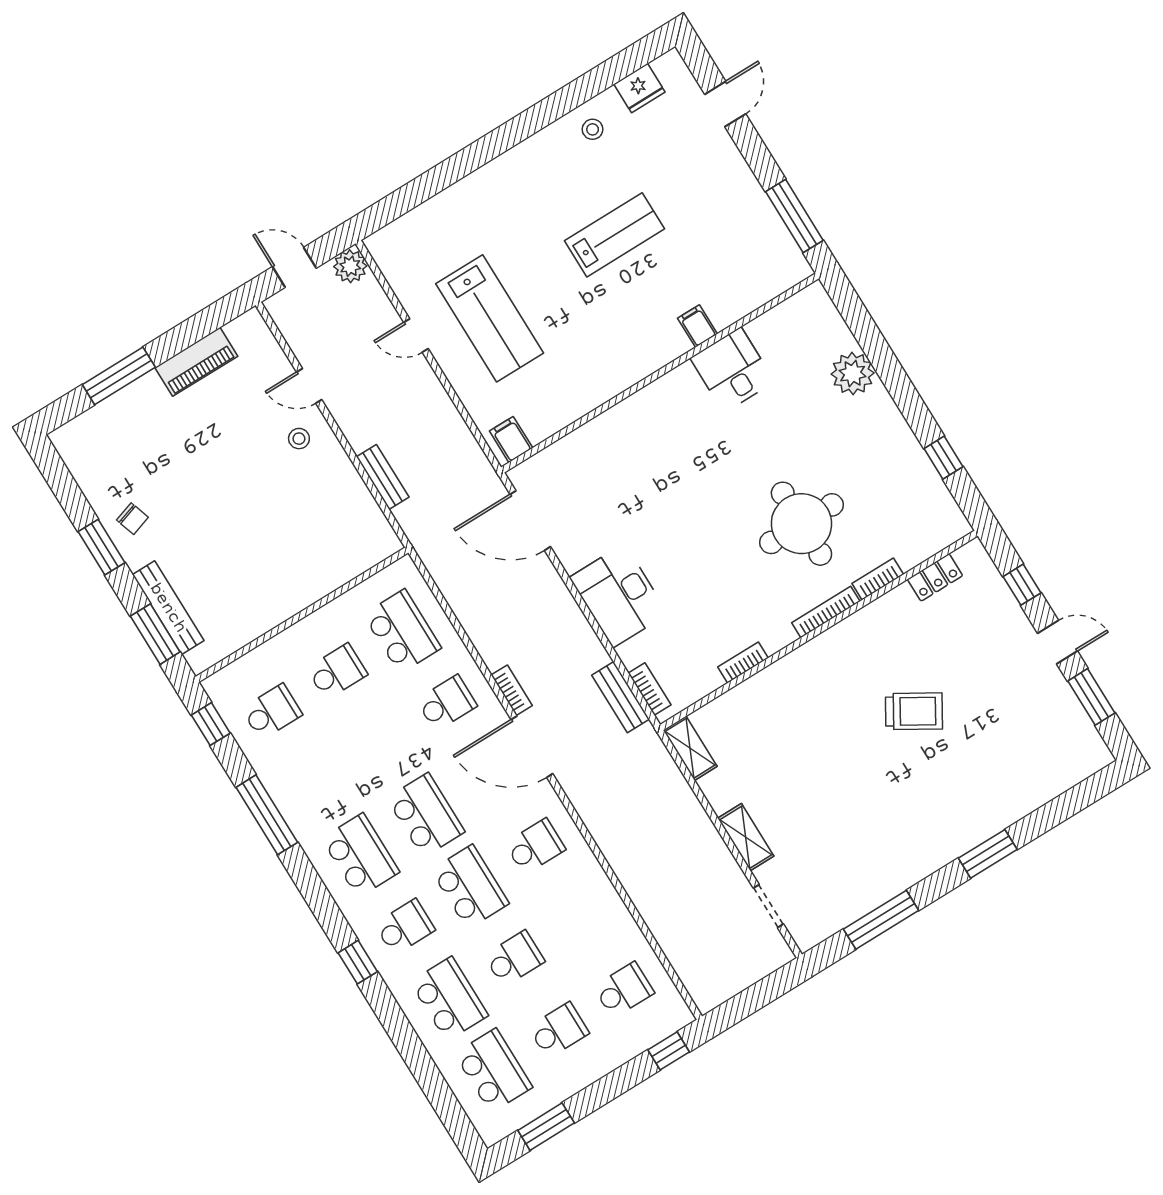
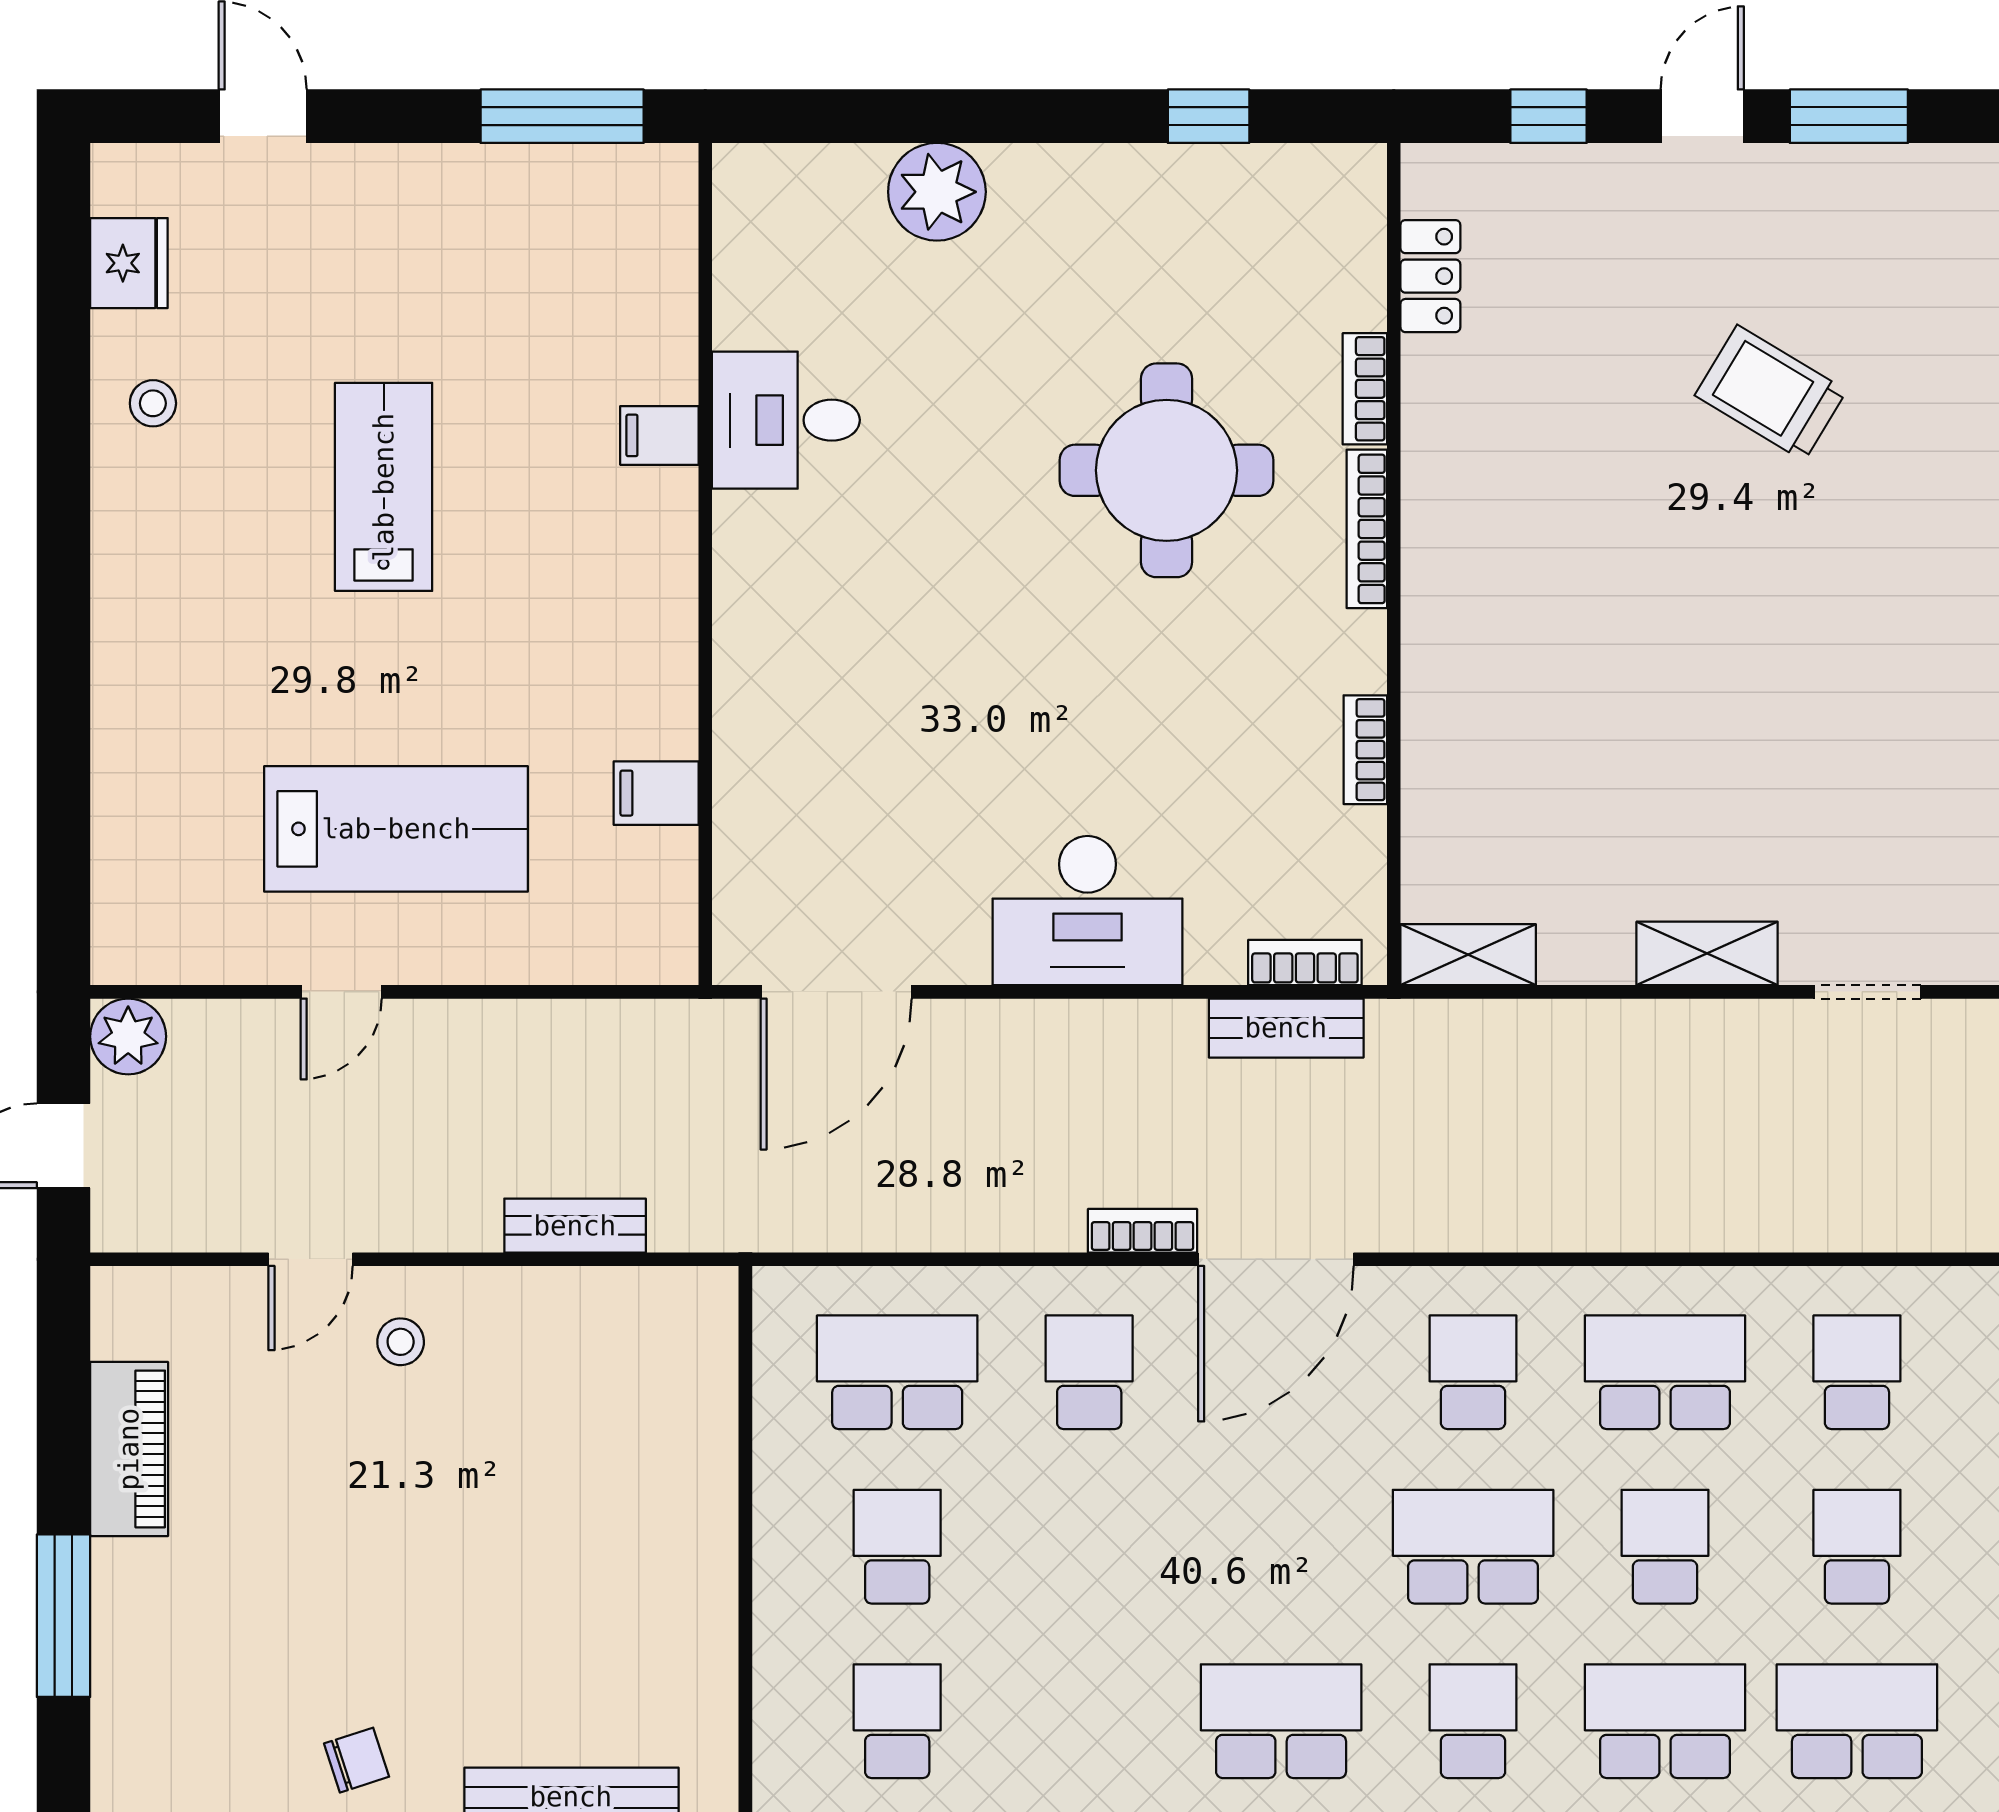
filing cabinet: (511, 439) -> (656, 793), moved
trolley: (914, 711) -> (1771, 393), moved, turned -90
school desk: (426, 815) -> (1665, 1372), moved

